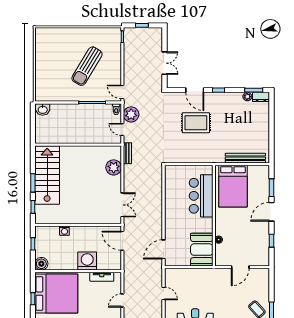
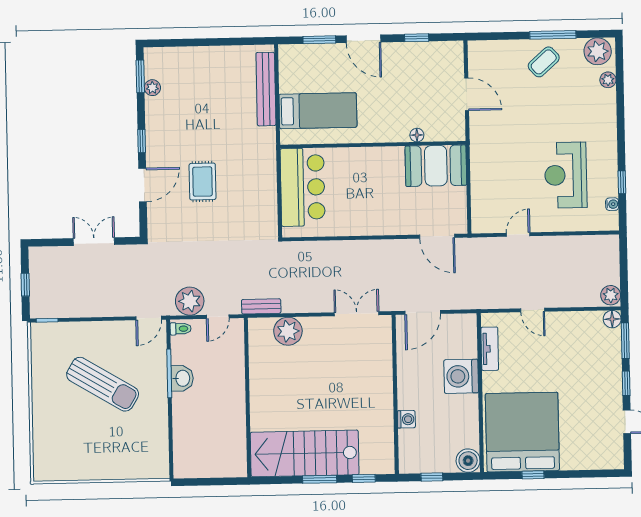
dresser: (261, 97) -> (153, 63), removed
washbasin: (43, 109) -> (182, 378), moved
rug: (196, 123) -> (203, 182), width x0.73, depth x0.70
bed: (233, 186) -> (318, 111), width x0.67
bar counter: (201, 196) -> (303, 187), moved, turned -90

